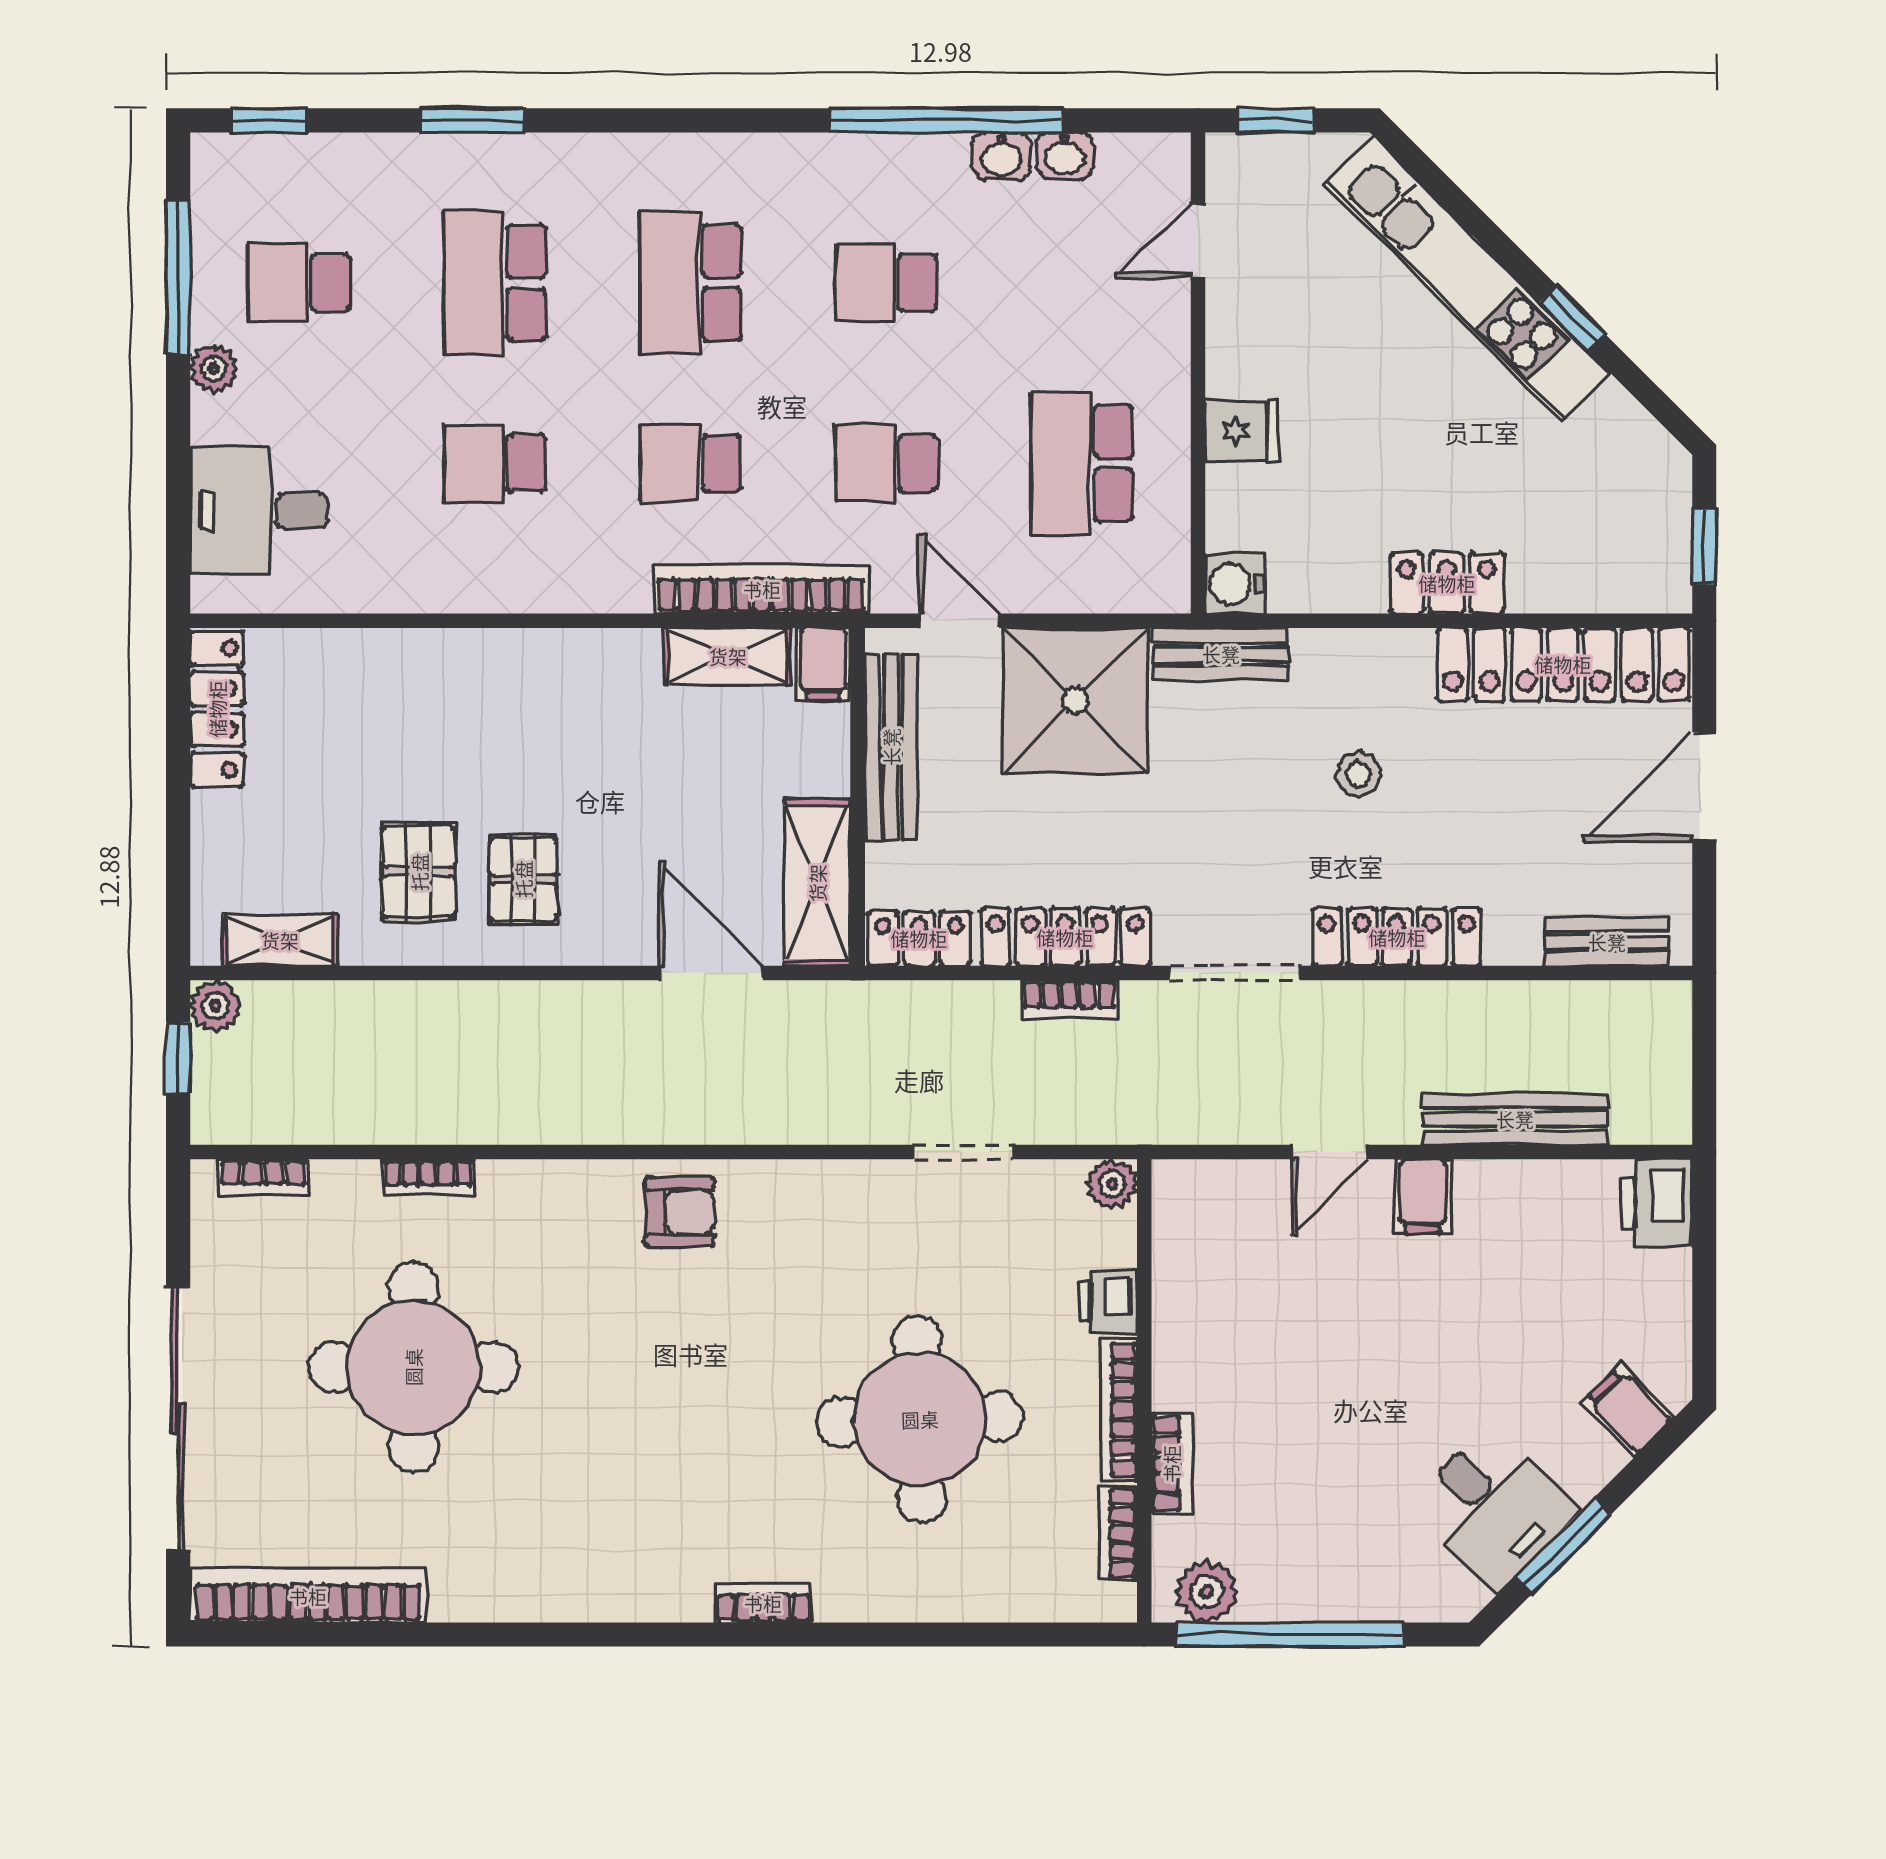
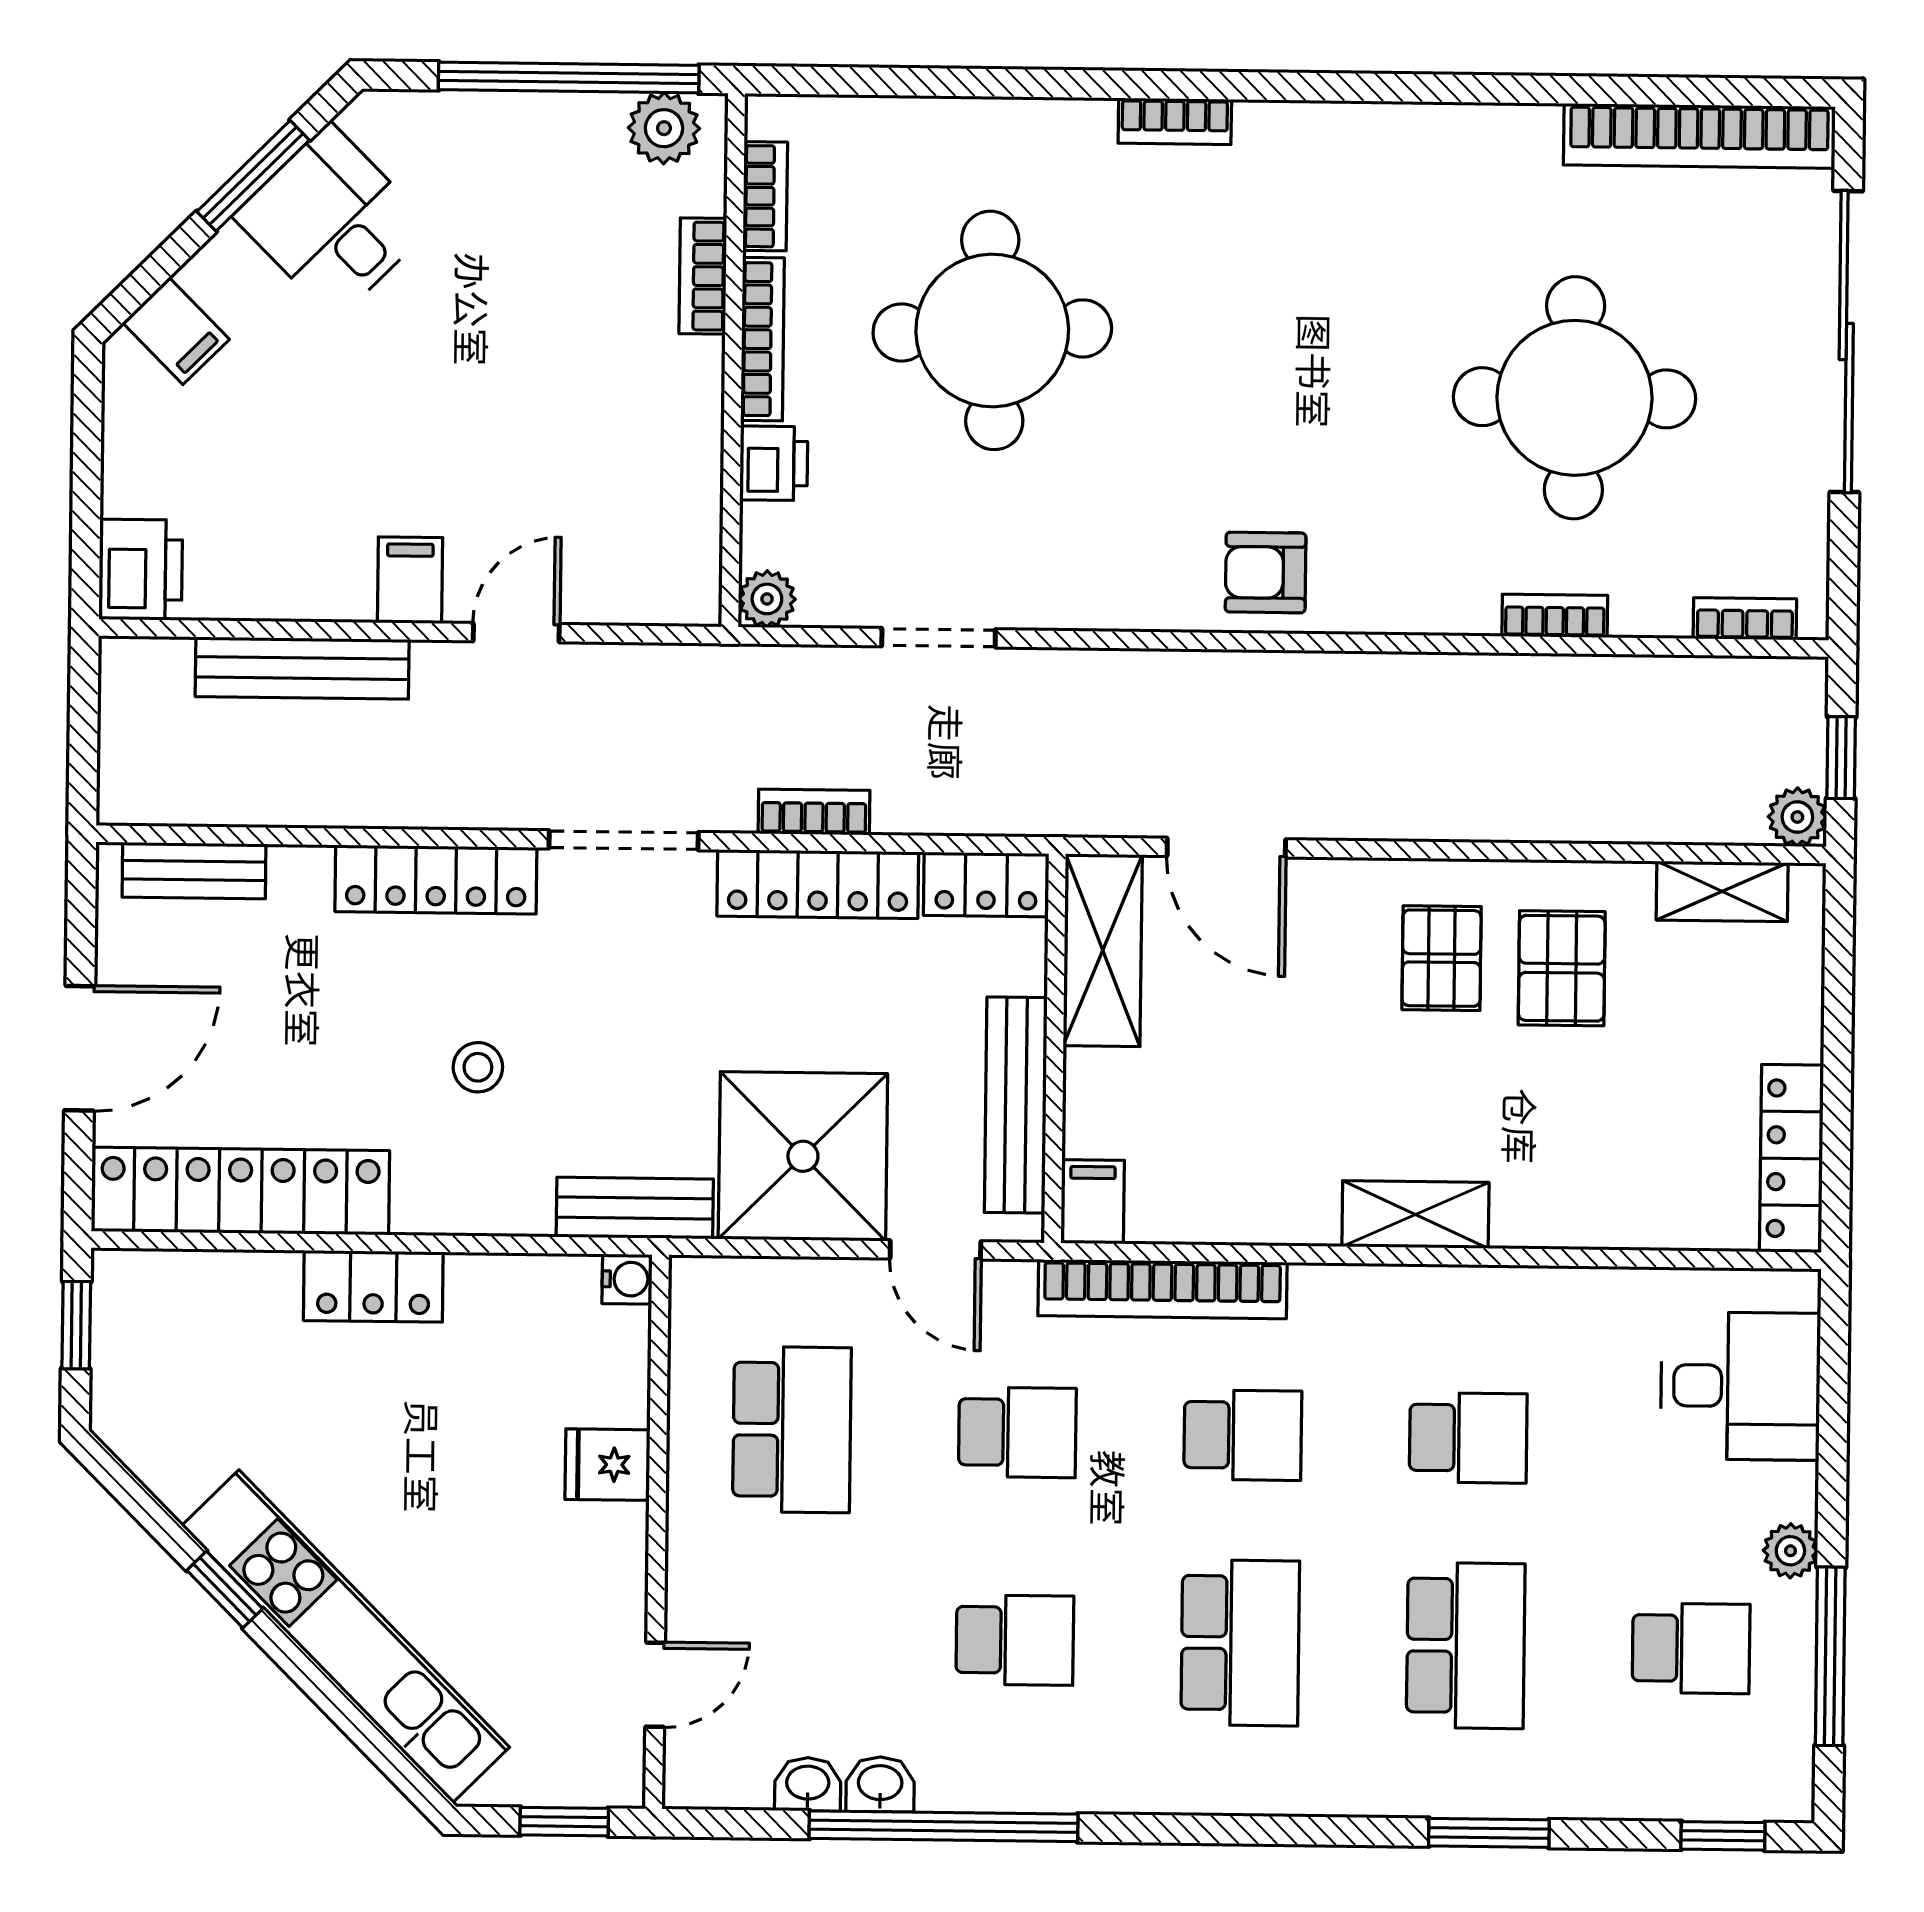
water cooler: (1235, 584) -> (627, 1279), width x0.72, depth x0.72
shelving: (728, 656) -> (1415, 1214), moved

